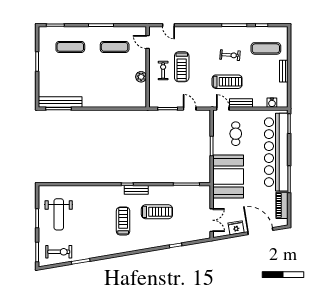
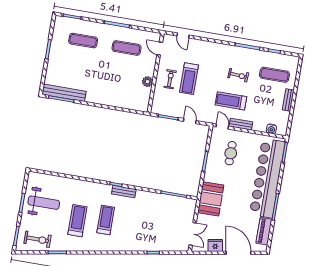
treadmill: (227, 82) -> (231, 101), turned 180
booth: (228, 177) -> (211, 199), width x0.73, depth x0.70
treadmill: (157, 212) -> (77, 221), moved, turned -90
weight bench: (59, 214) -> (44, 203), turned -90

